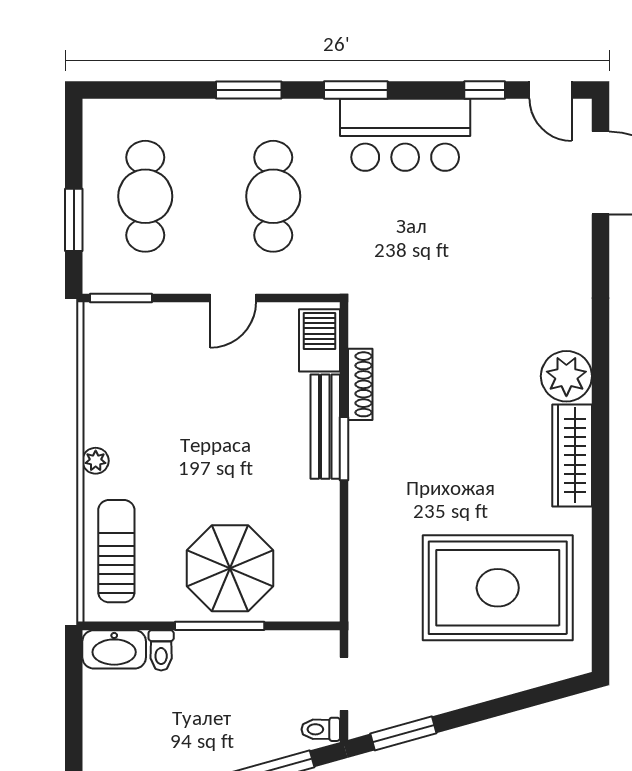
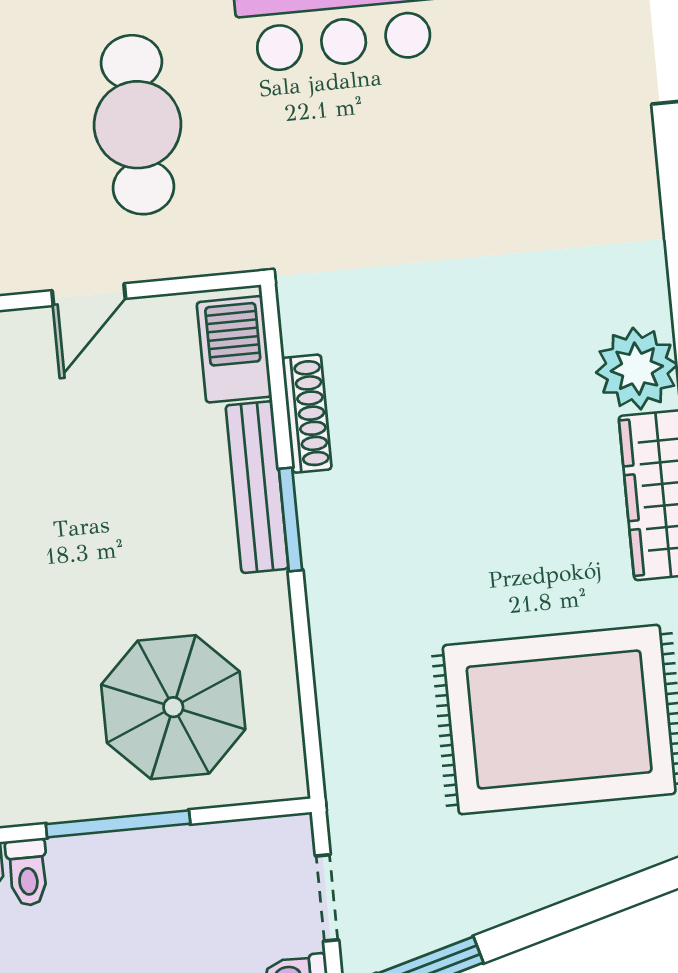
parasol: (230, 568) -> (173, 707), moved

